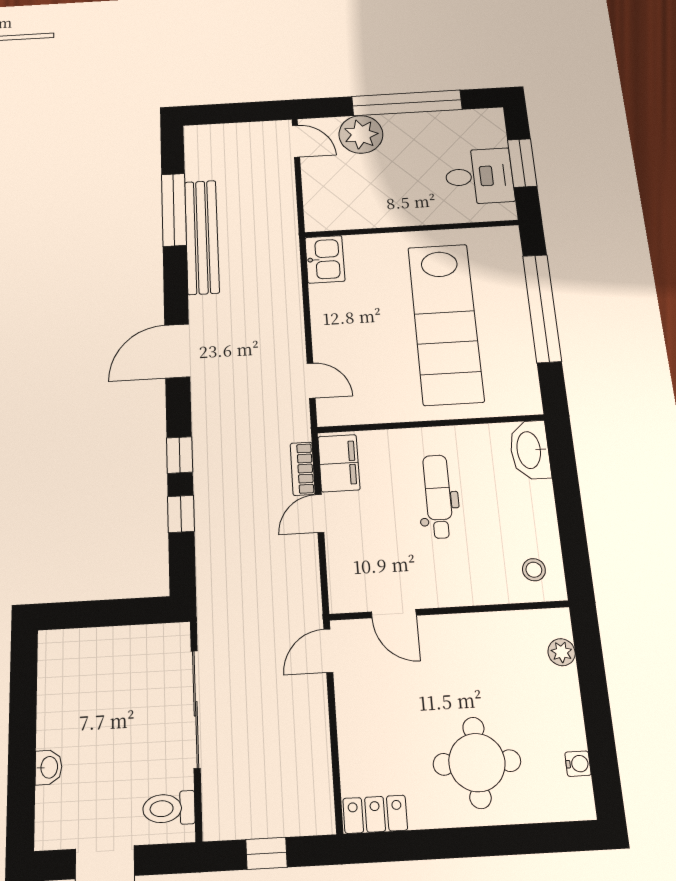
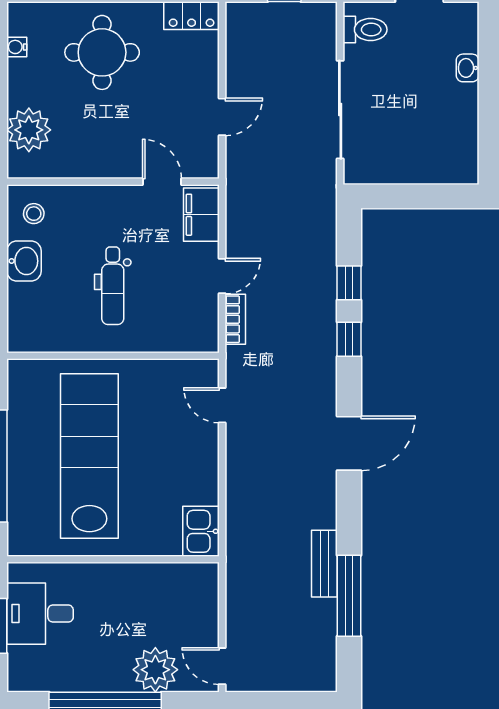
bench: (202, 237) -> (324, 564), width x0.54, depth x0.82
washbasin: (530, 450) -> (24, 261), moved, width x0.72
filing cabinet: (339, 463) -> (201, 215), moved
door: (328, 651) -> (222, 117), moved
plant: (562, 652) -> (29, 130), width x1.88, depth x1.88

